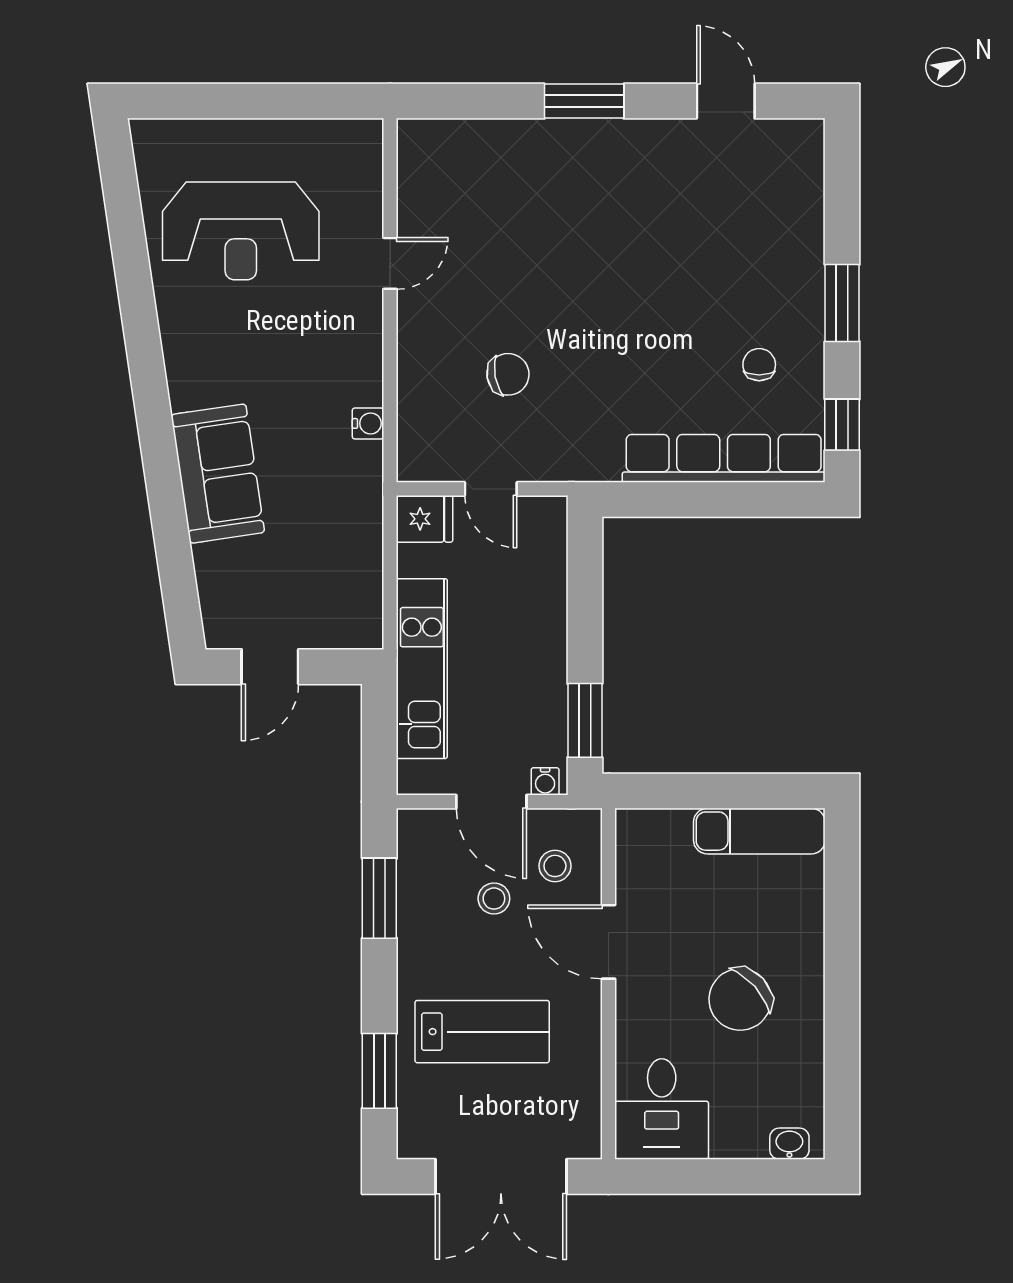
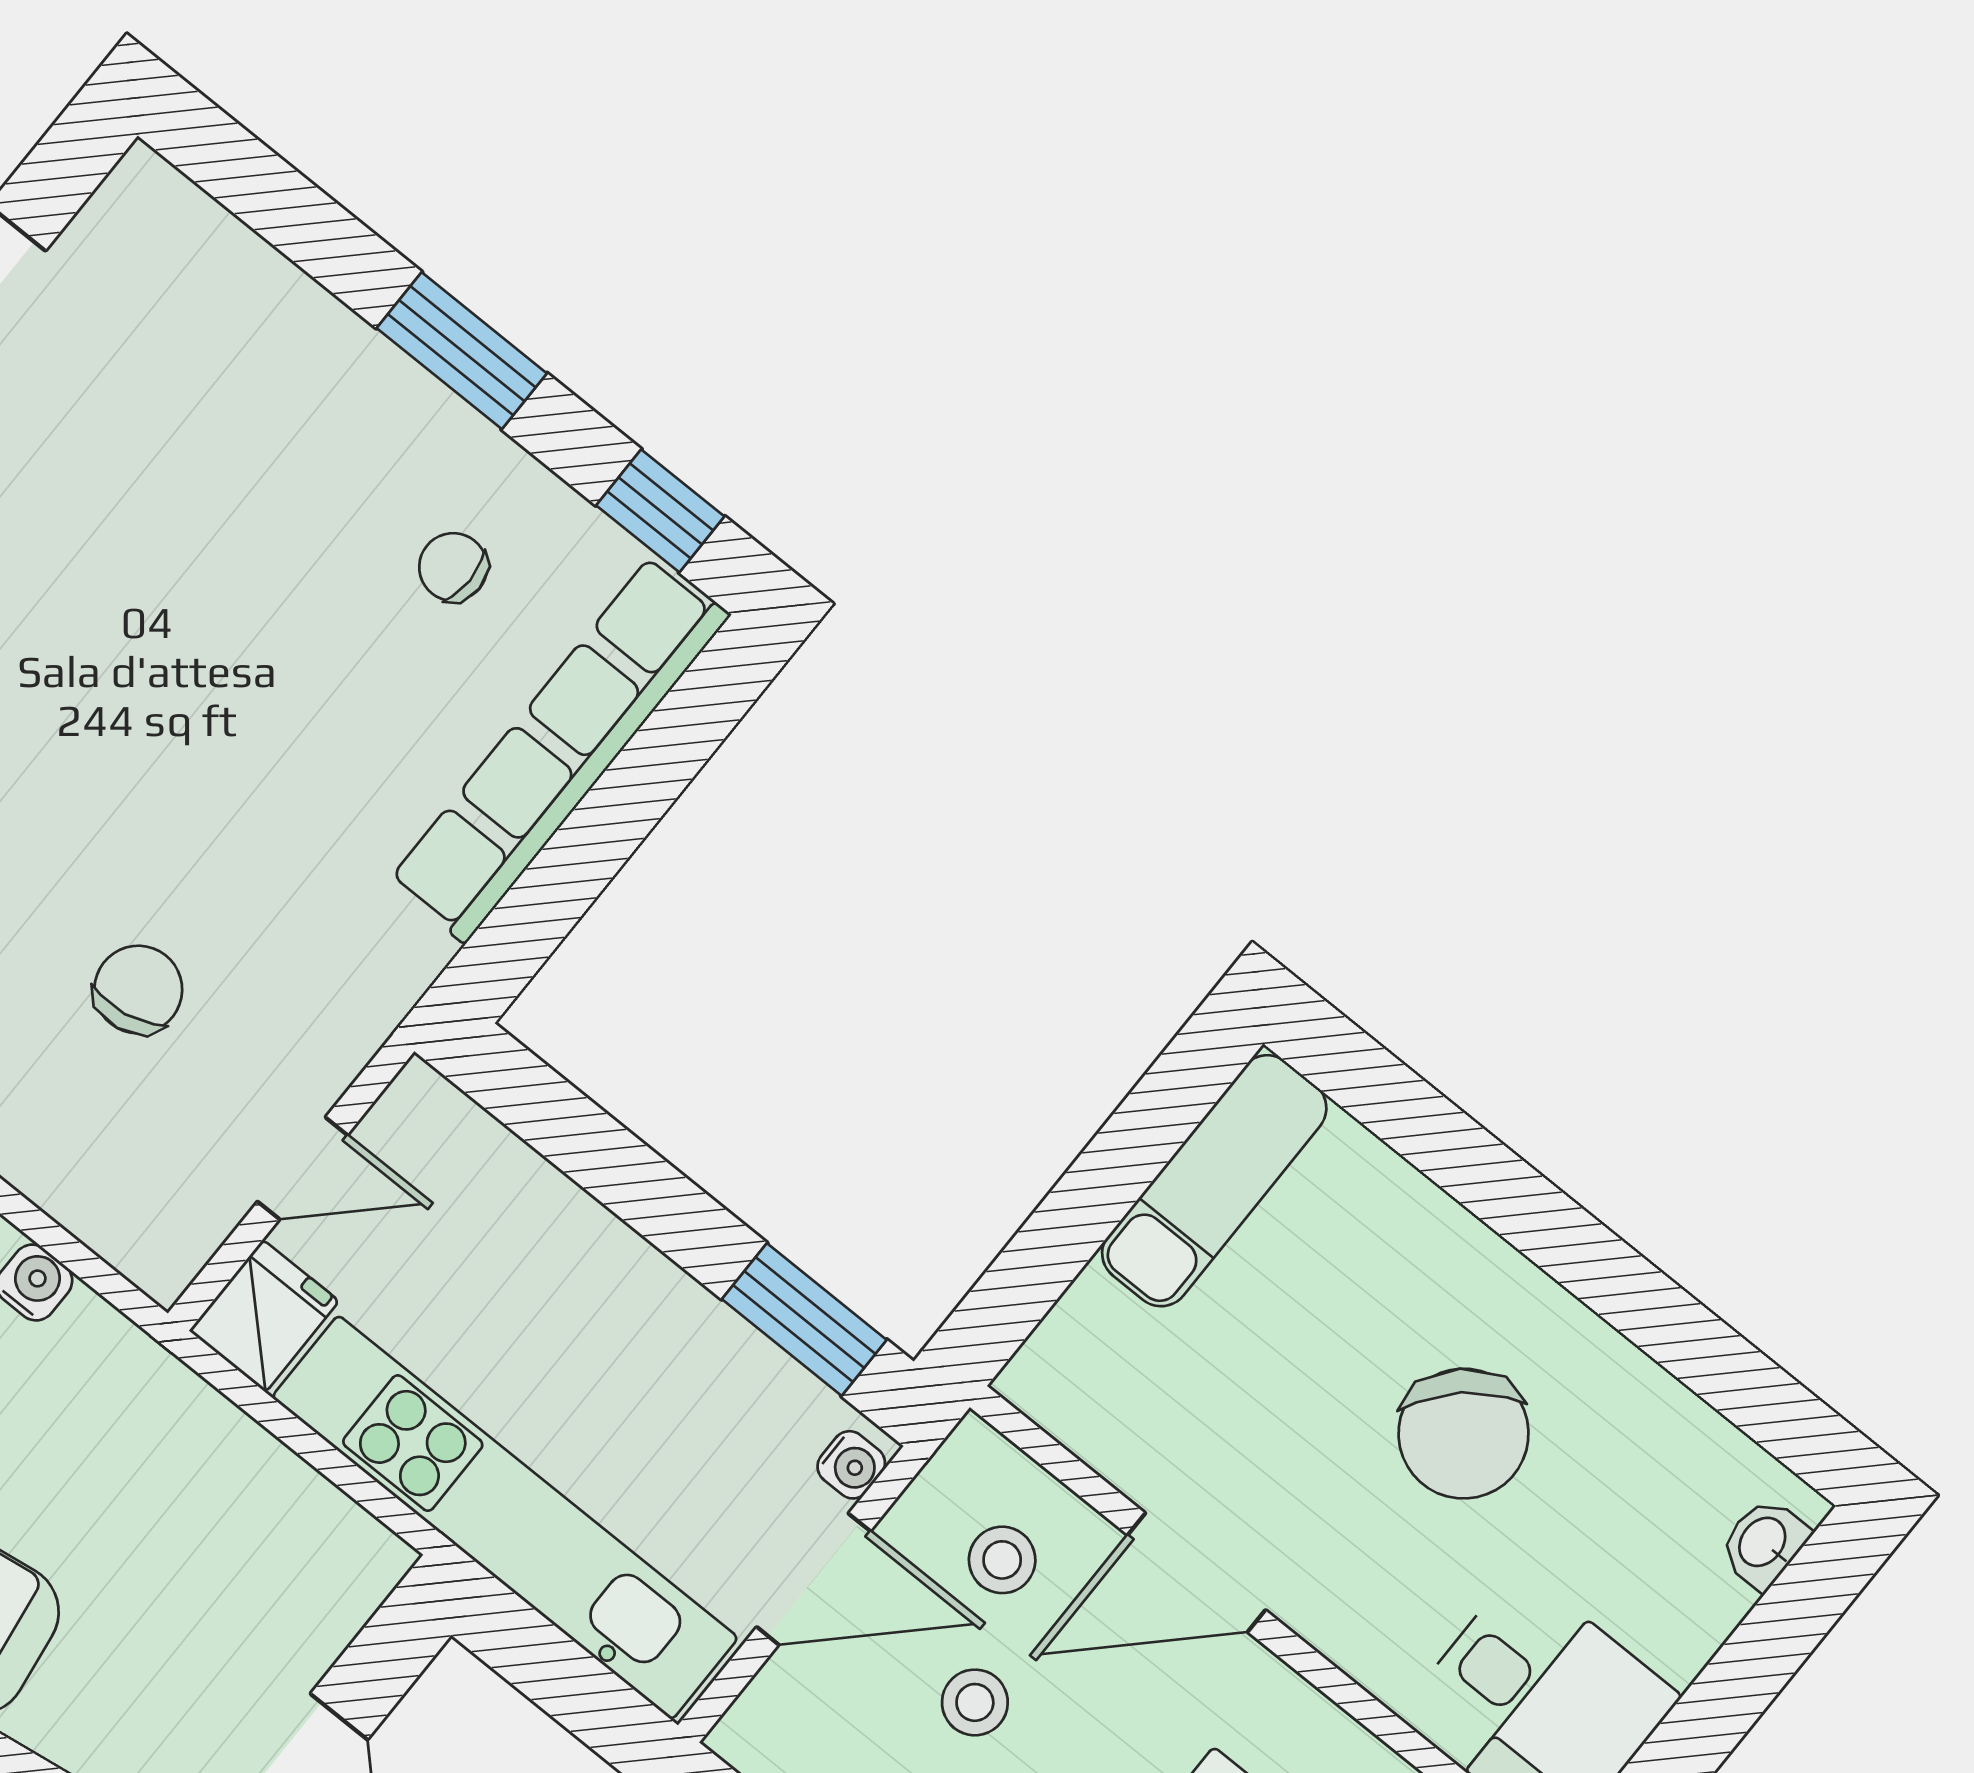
kitchen unit: (422, 669) -> (505, 1517), width x1.36

